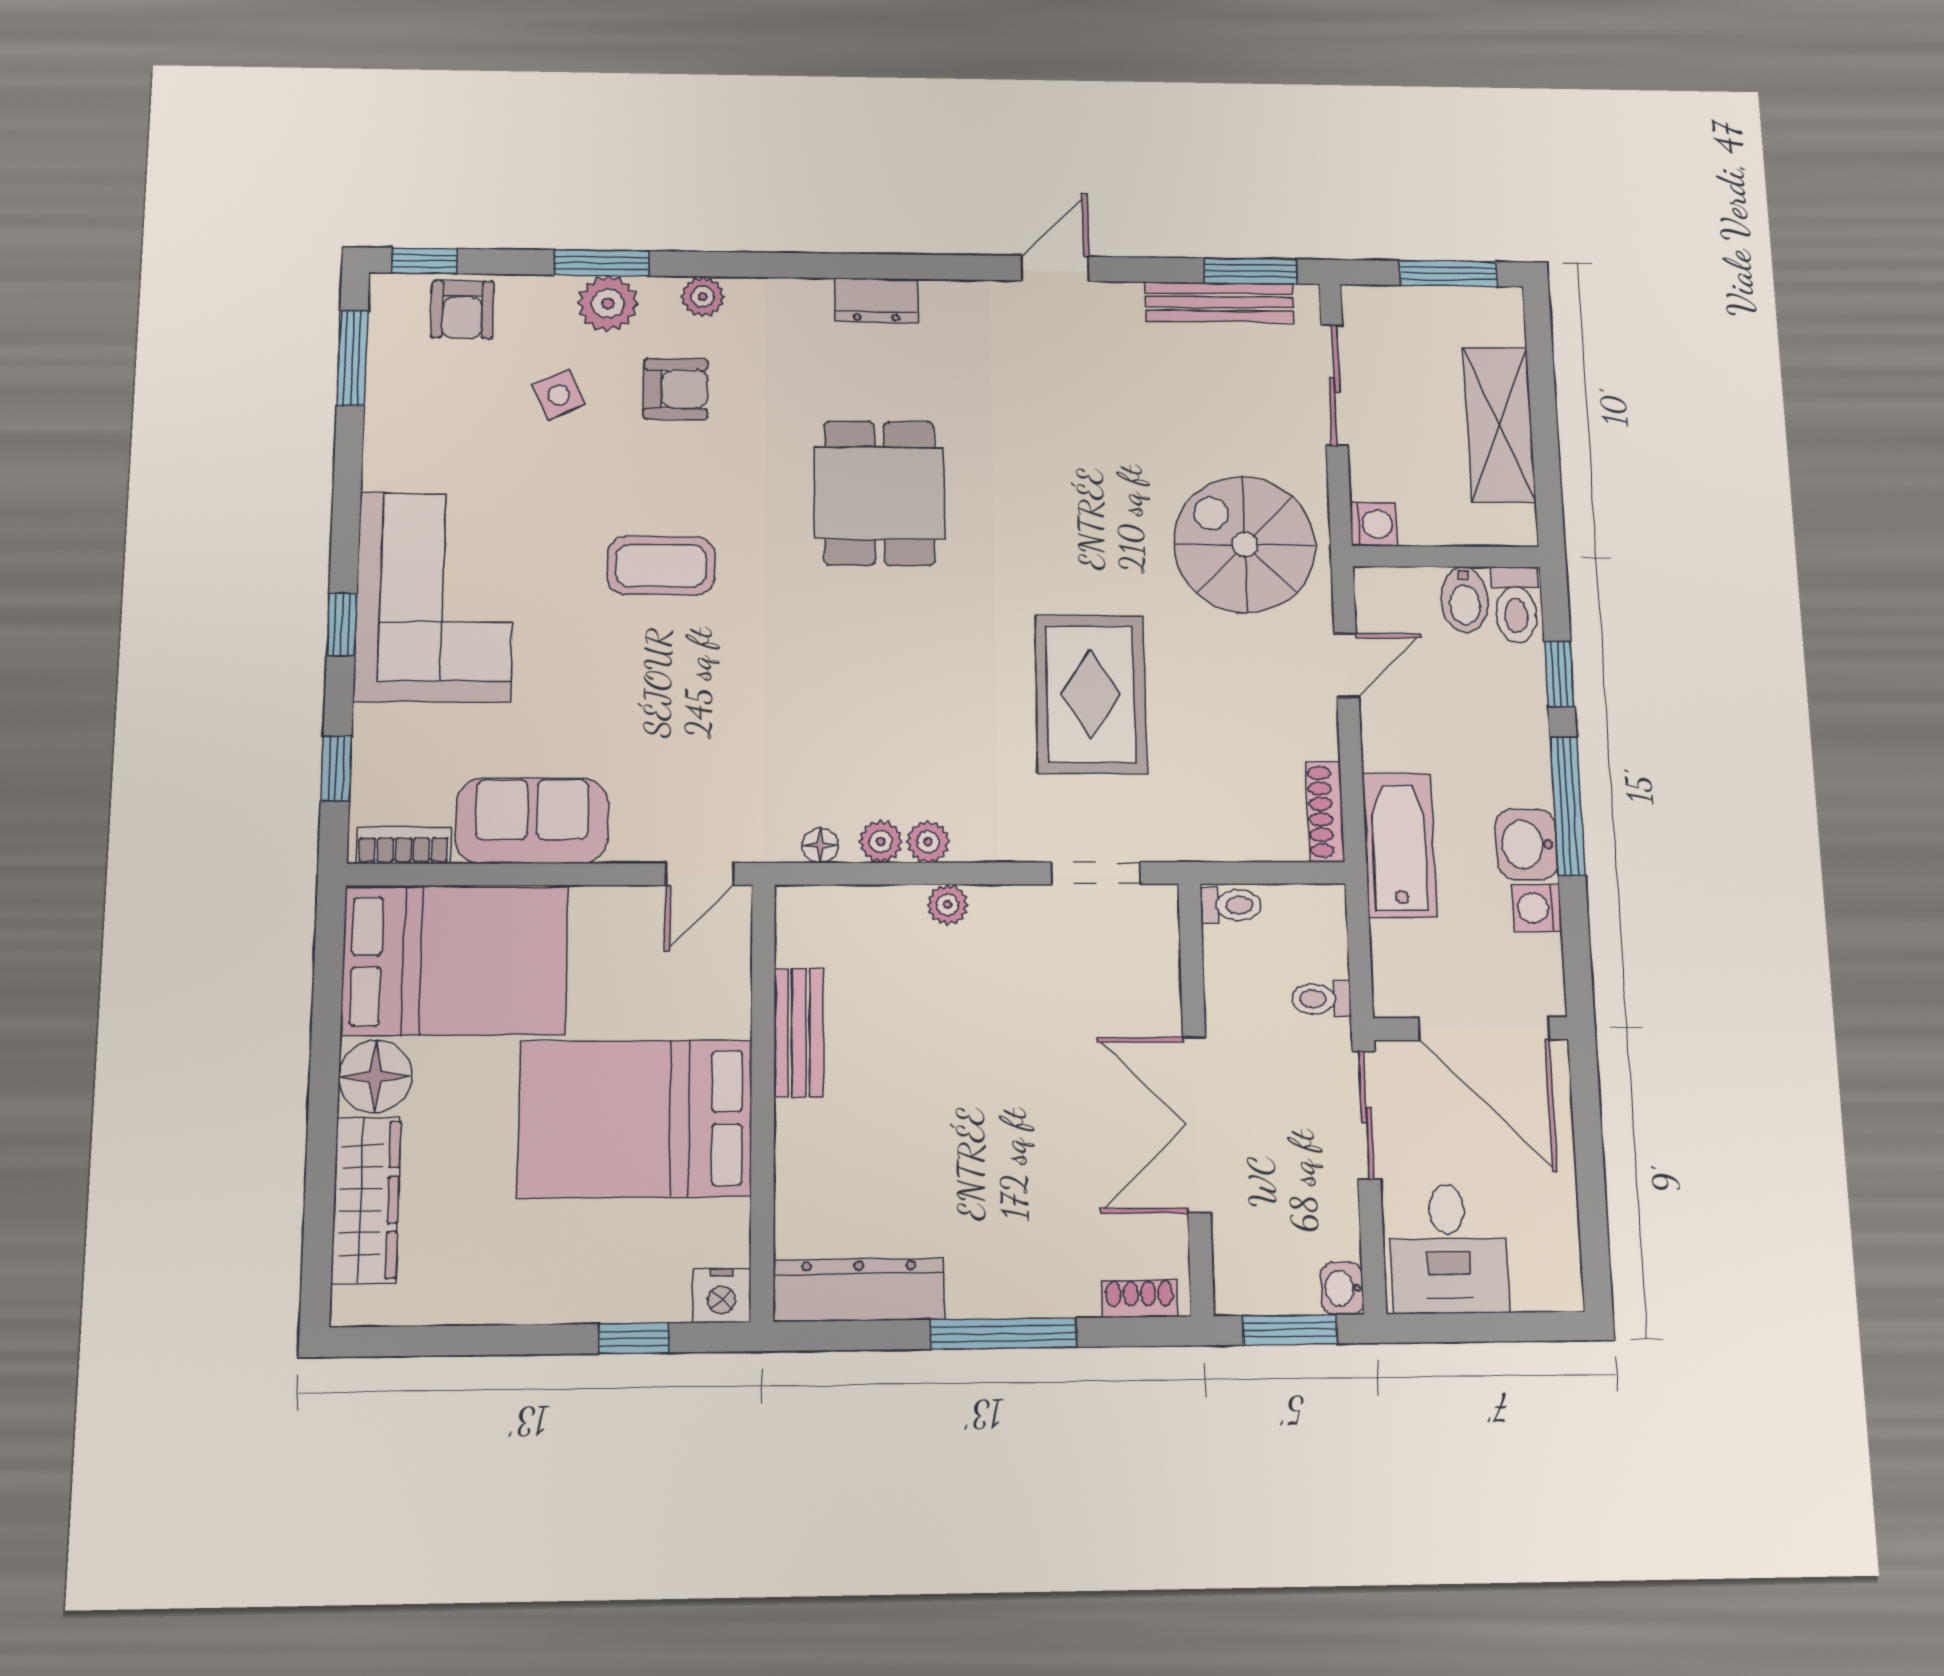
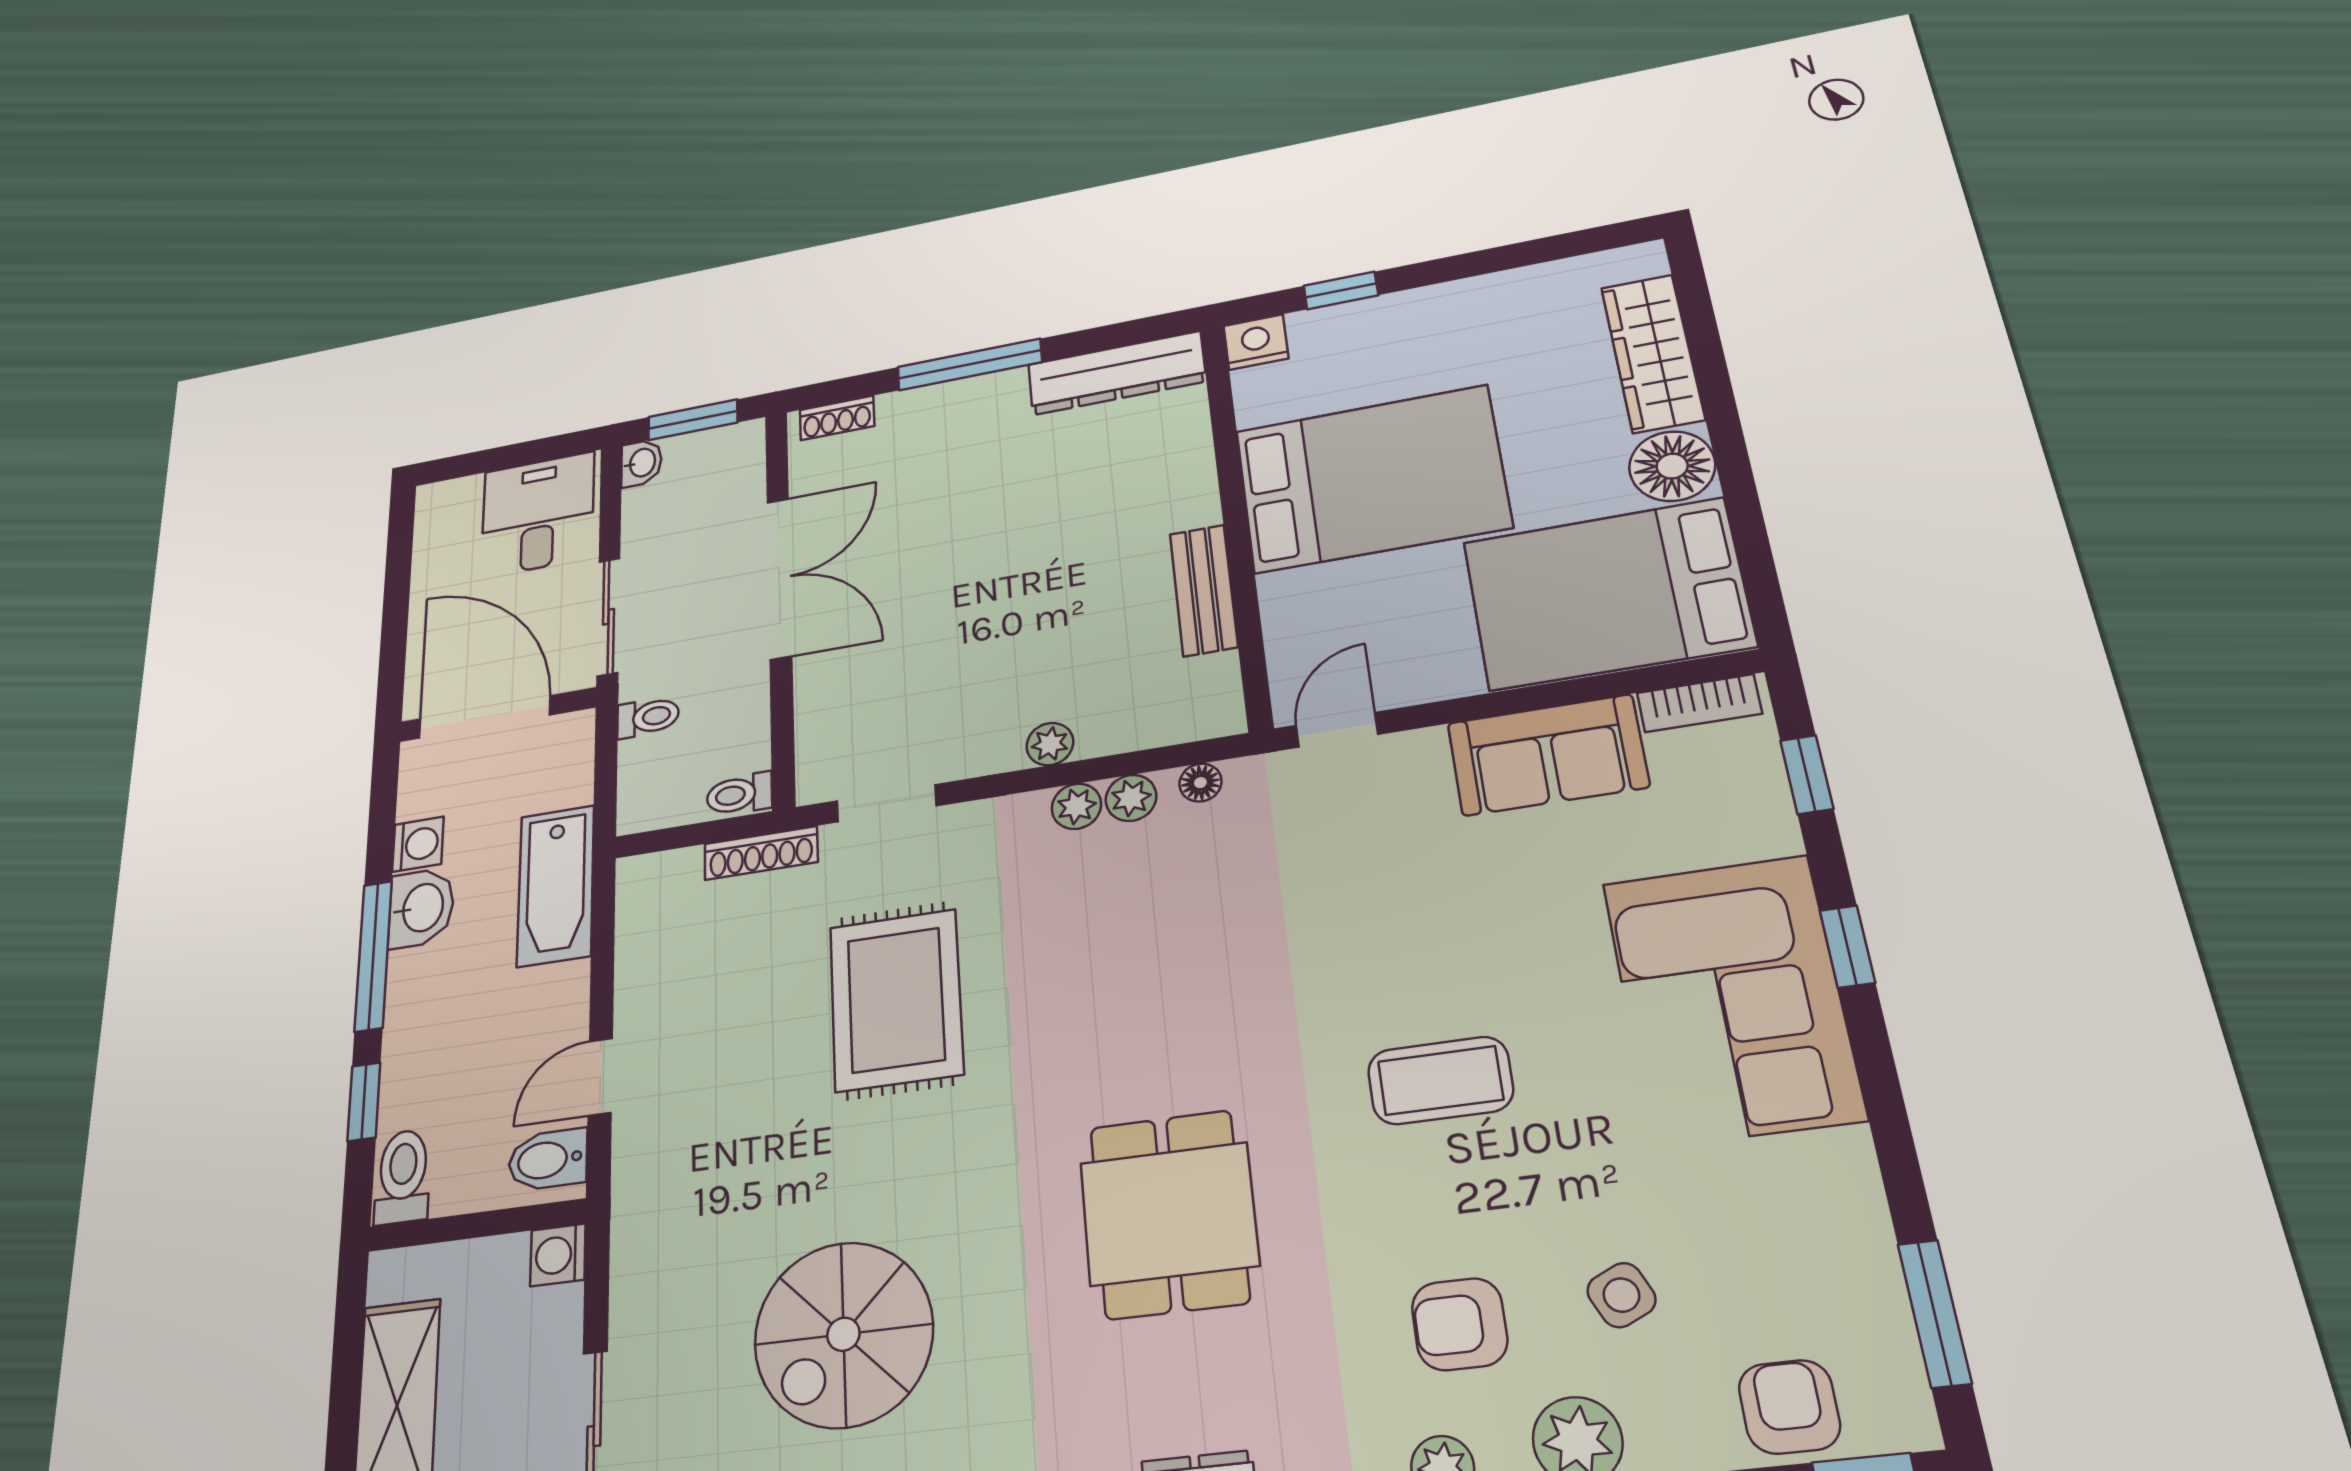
spiral stairs: (1245, 544) -> (843, 1334), moved, turned 90
bidet: (1465, 599) -> (548, 1160), moved, turned -90
shoe rack: (1325, 812) -> (761, 853), moved, turned 90

